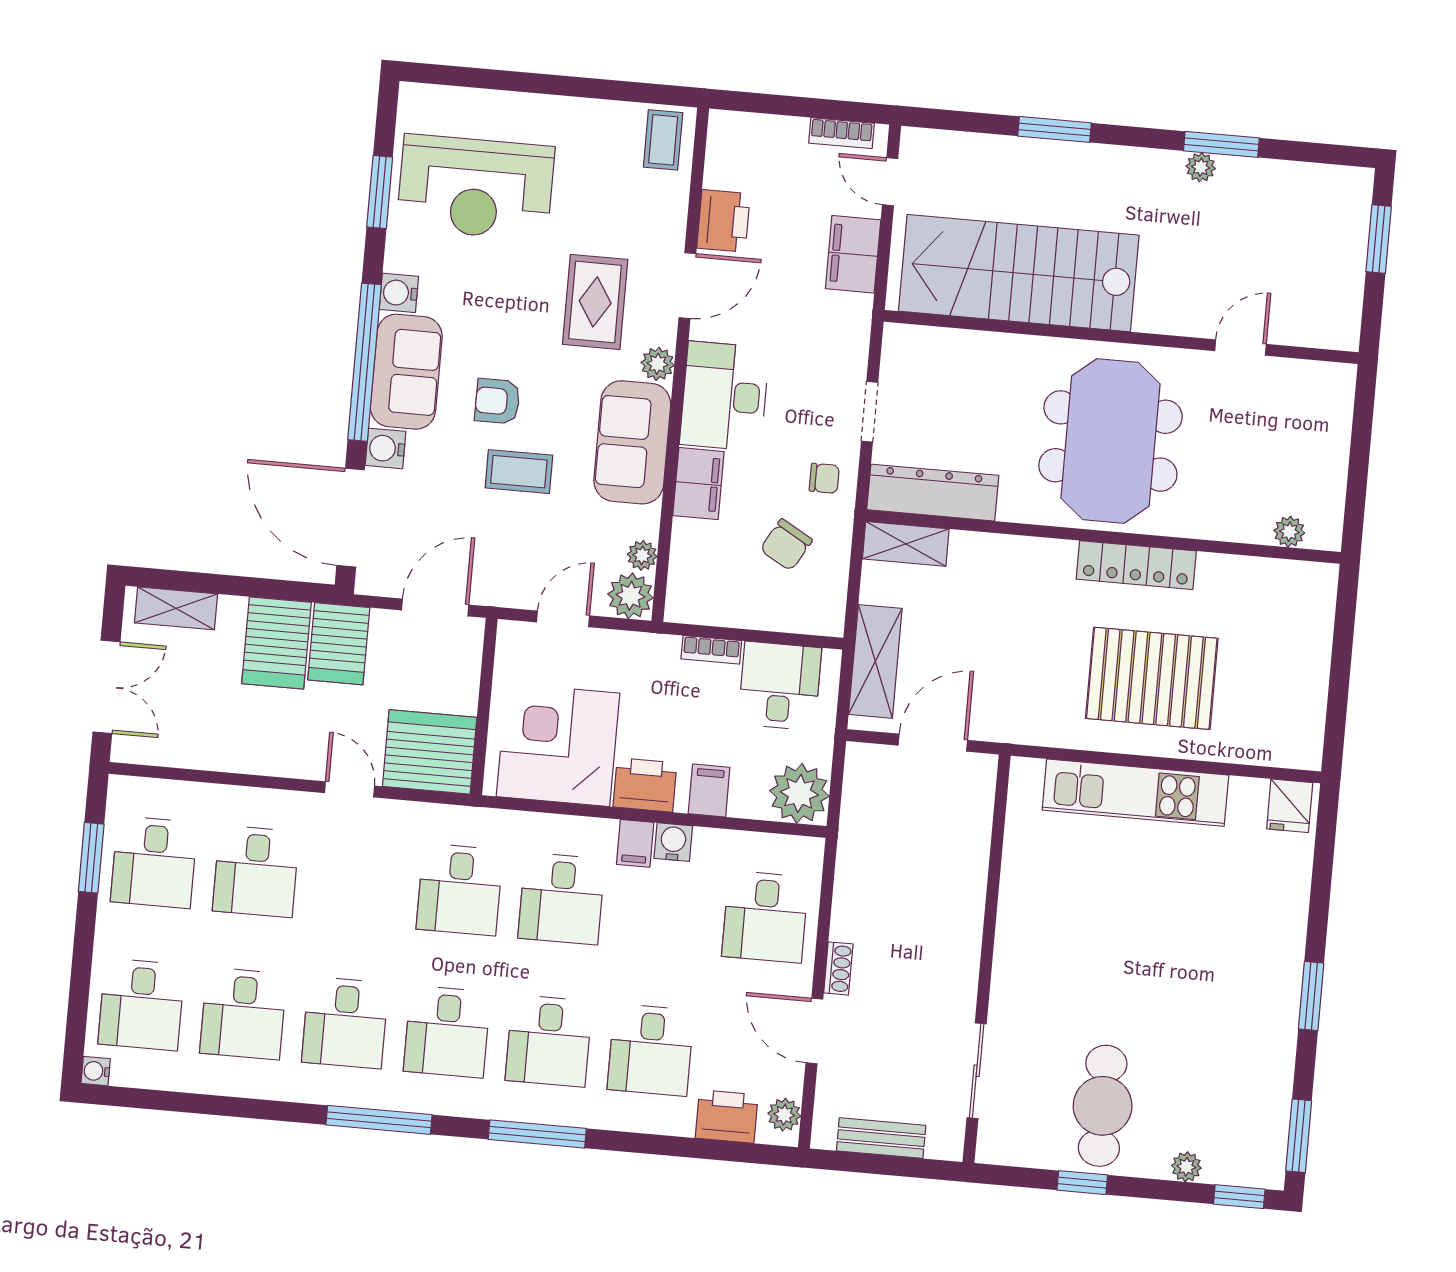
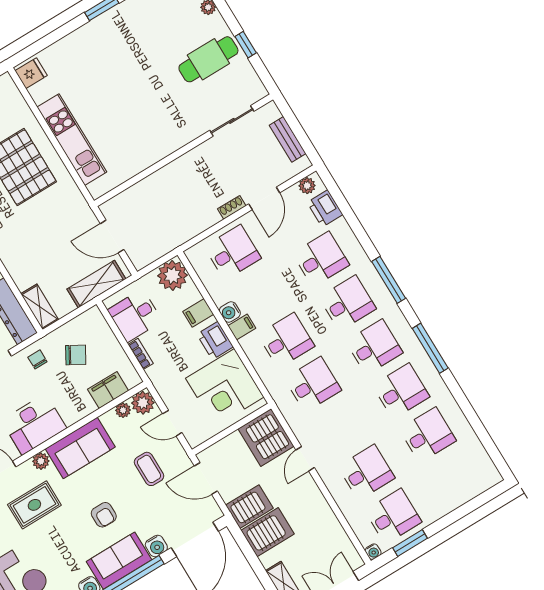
coffee table: (519, 472) -> (149, 469), moved
filing cabinet: (698, 484) -> (108, 390), moved
desk: (141, 1004) -> (454, 479), removed
water cooler: (96, 1071) -> (373, 552), moved

